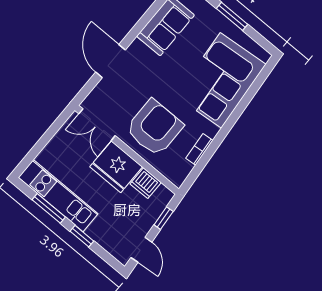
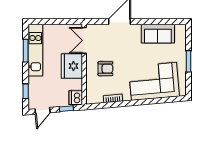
armchair: (154, 128) -> (105, 69), width x0.53, depth x0.53
dishwasher: (146, 183) -> (76, 98), moved
window: (82, 236) -> (26, 91), moved

